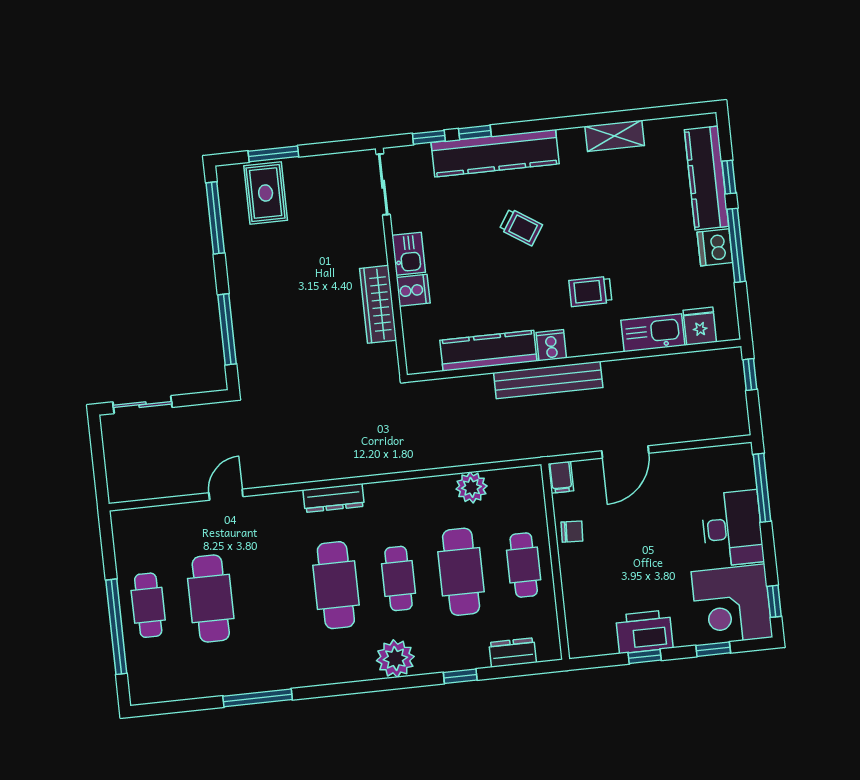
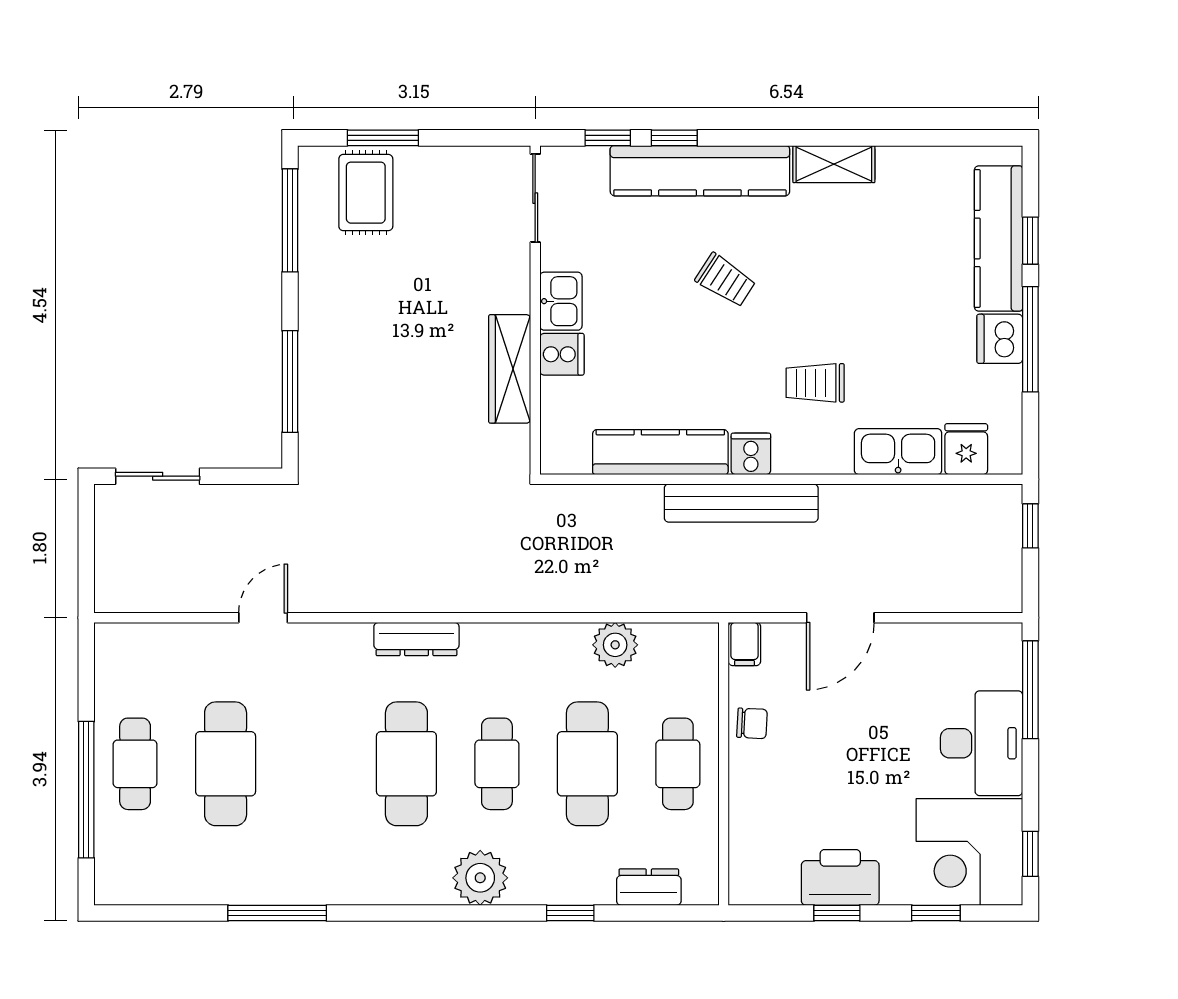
shelving: (615, 136) -> (834, 164), moved

